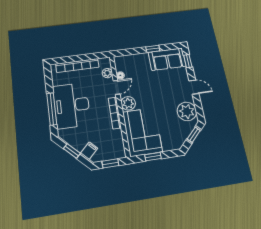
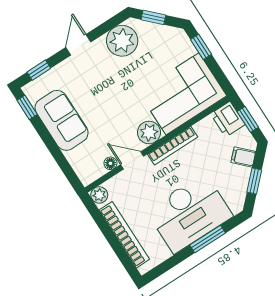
window: (153, 49) -> (27, 107), moved
sofa: (167, 59) -> (62, 120), moved
plant: (107, 73) -> (99, 195), moved
window: (52, 109) -> (208, 239), width x0.69
printer: (116, 151) -> (228, 119), added
window: (153, 157) -> (201, 47), moved

